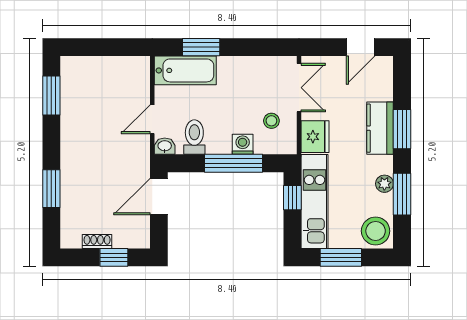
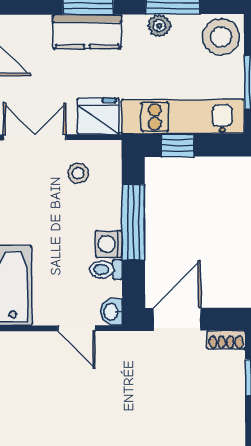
toilet: (194, 137) -> (106, 270), width x0.73, depth x0.72
washing machine: (243, 144) -> (109, 244), moved
door: (159, 197) -> (177, 319), swing flipped
shoe rack: (97, 242) -> (226, 340), moved, turned -90

